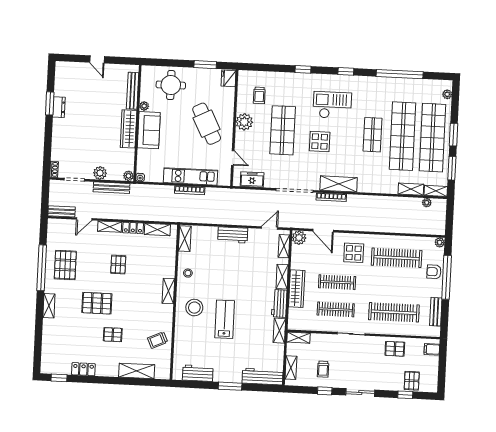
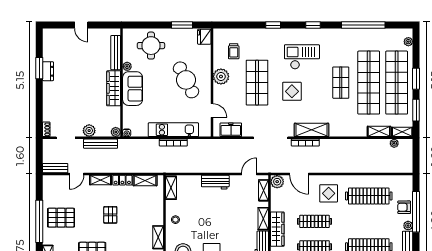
plant: (440, 242) -> (408, 226), moved
pallet: (65, 265) -> (61, 218), turned 90

